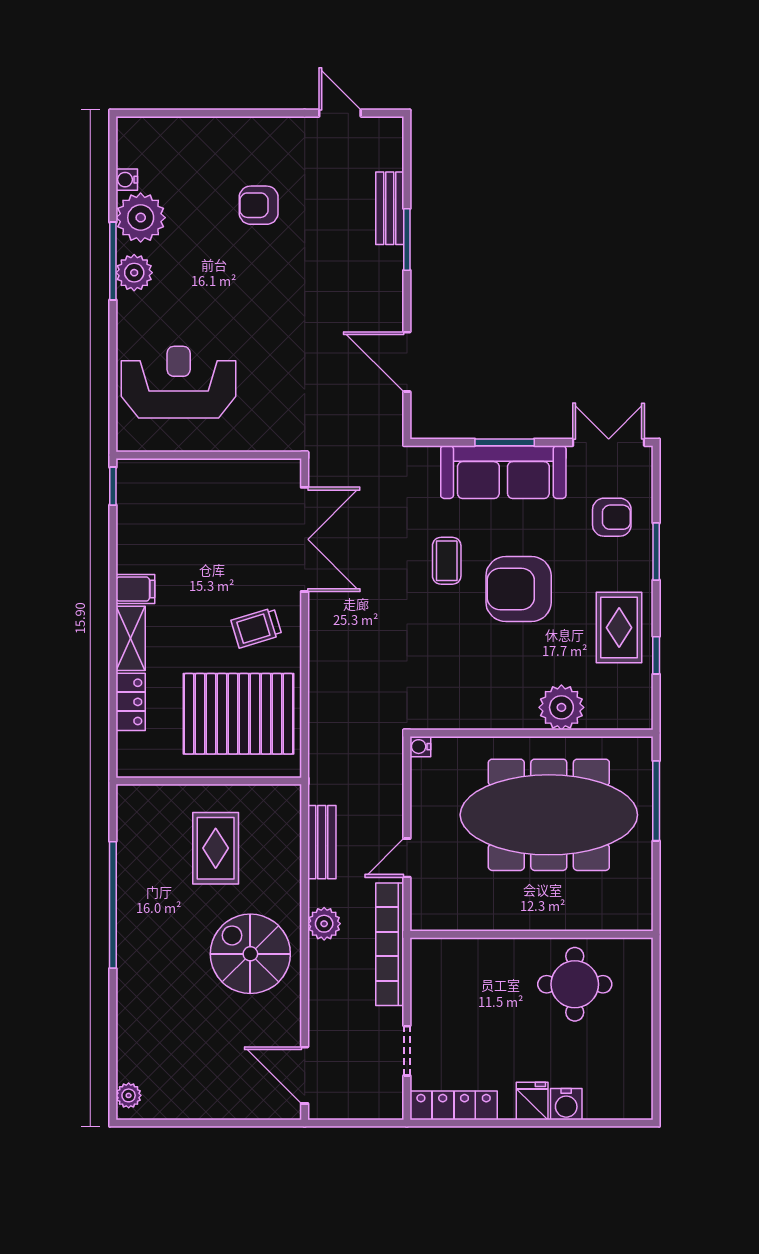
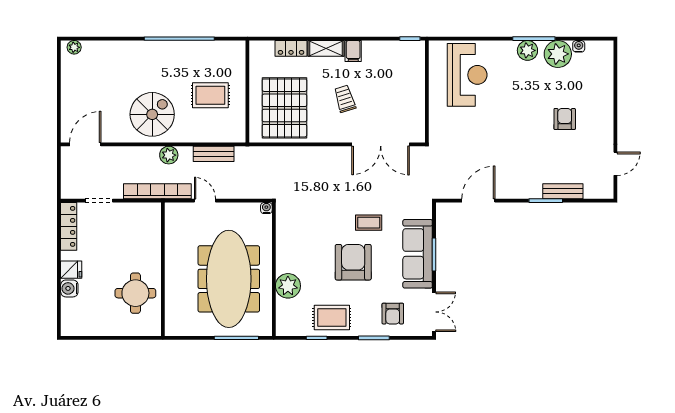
trolley: (256, 628) -> (345, 99), moved

